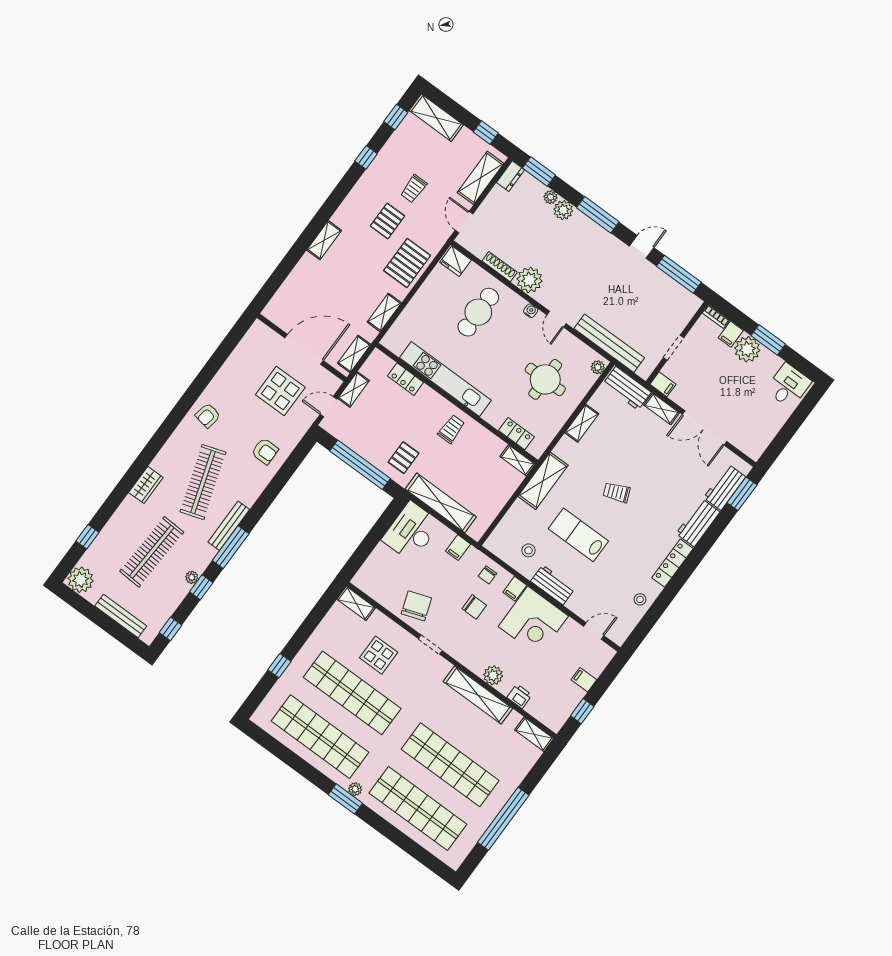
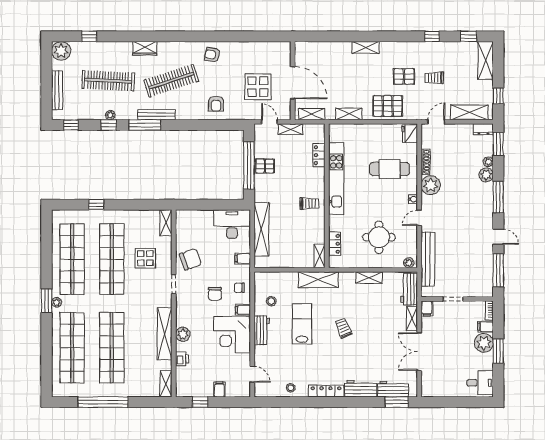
pallet: (404, 458) -> (265, 166), moved

